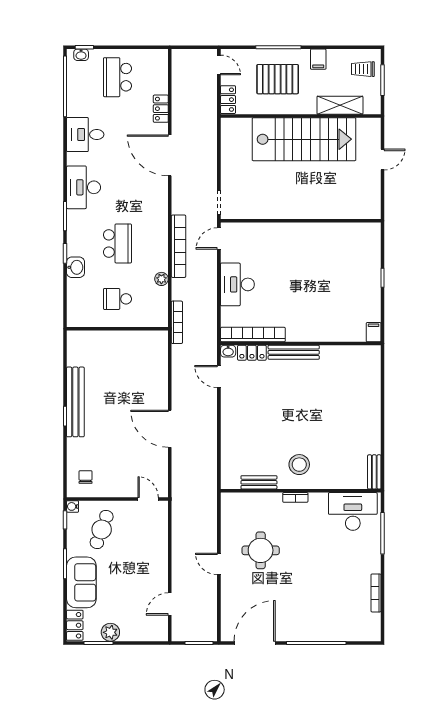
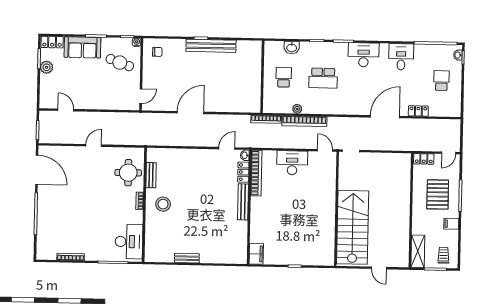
school desk: (117, 77) -> (441, 81), width x0.54
shelving: (340, 105) -> (418, 251), moved
stairs: (304, 139) -> (353, 227), moved, turned 180
bookcase: (179, 246) -> (304, 121), moved
washbasin: (76, 267) -> (292, 48), moved
filing cabinet: (374, 332) -> (256, 254), width x2.00
bench: (374, 472) -> (187, 258), moved
round table: (261, 550) -> (128, 173), moved

